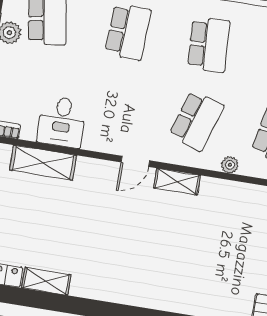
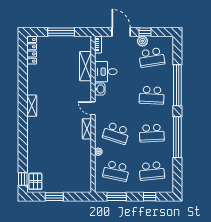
washbasin: (97, 140) -> (100, 89), added
shelving: (46, 281) -> (32, 106), moved

